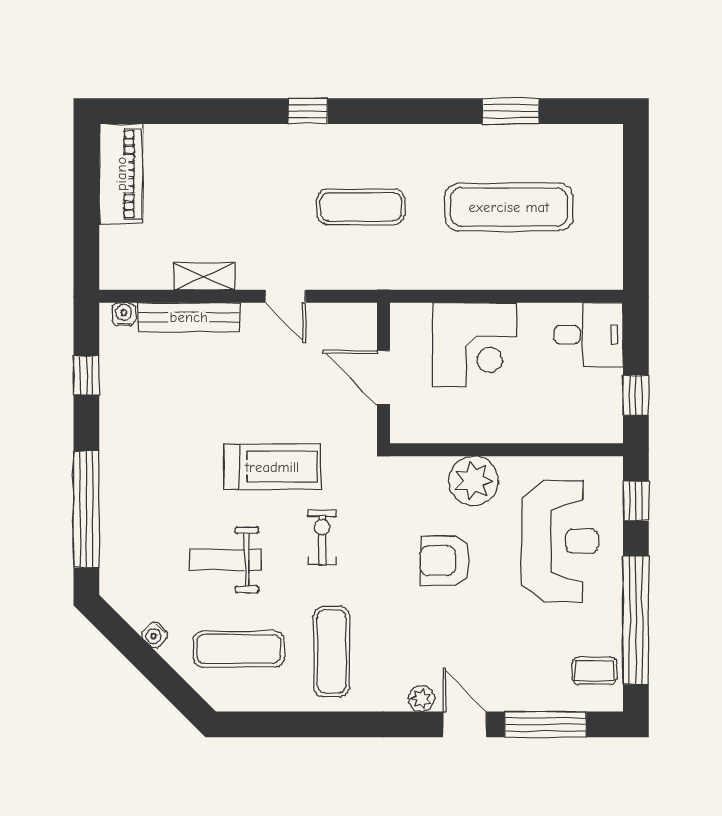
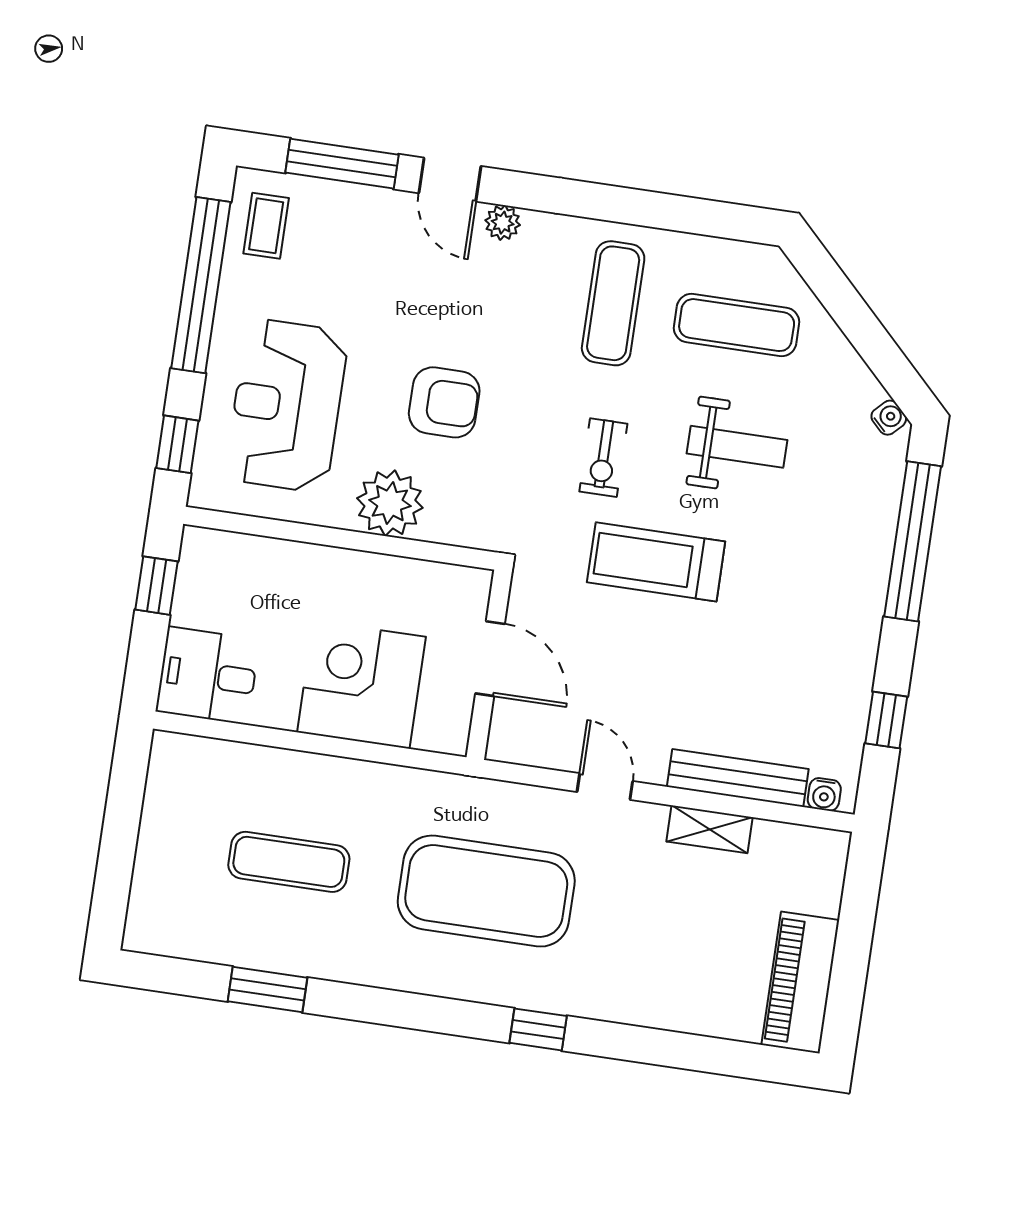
exercise mat: (361, 207) -> (486, 891), width x2.00, depth x1.45
exercise mat: (509, 207) -> (289, 862), width x0.73, depth x0.69
water cooler: (155, 635) -> (889, 418), moved
coffee table: (594, 671) -> (266, 226), turned 90

